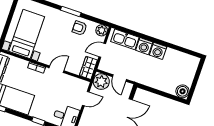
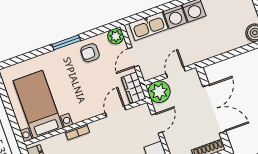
door: (57, 69) -> (115, 111), moved
door: (119, 78) -> (176, 72), swing flipped

